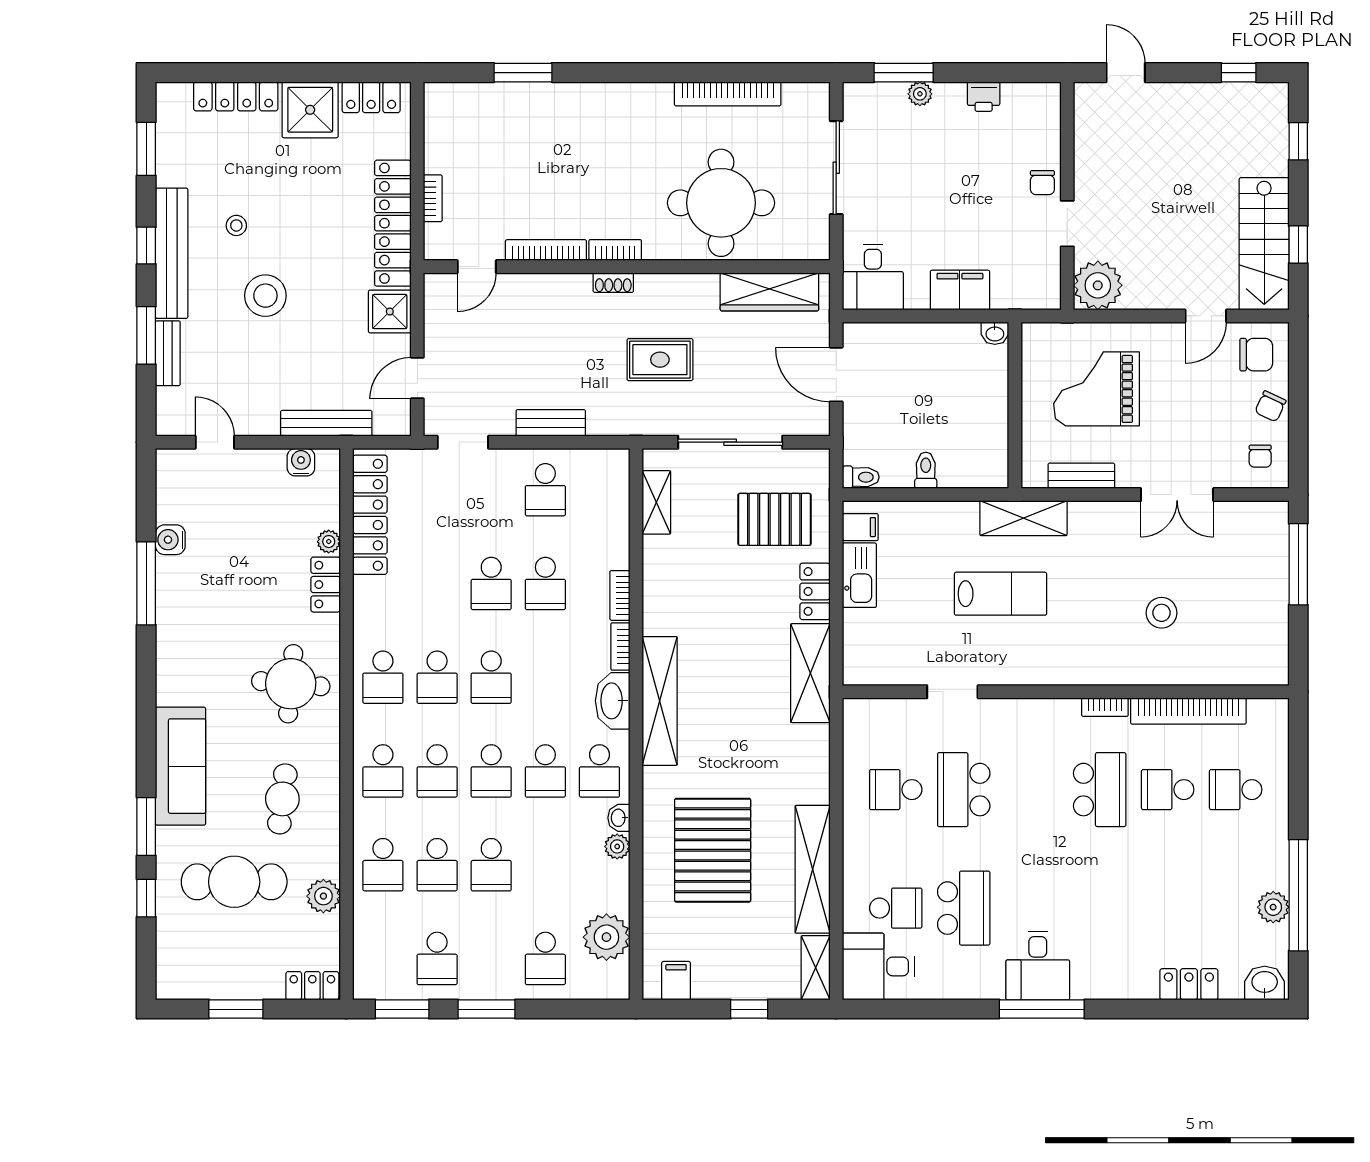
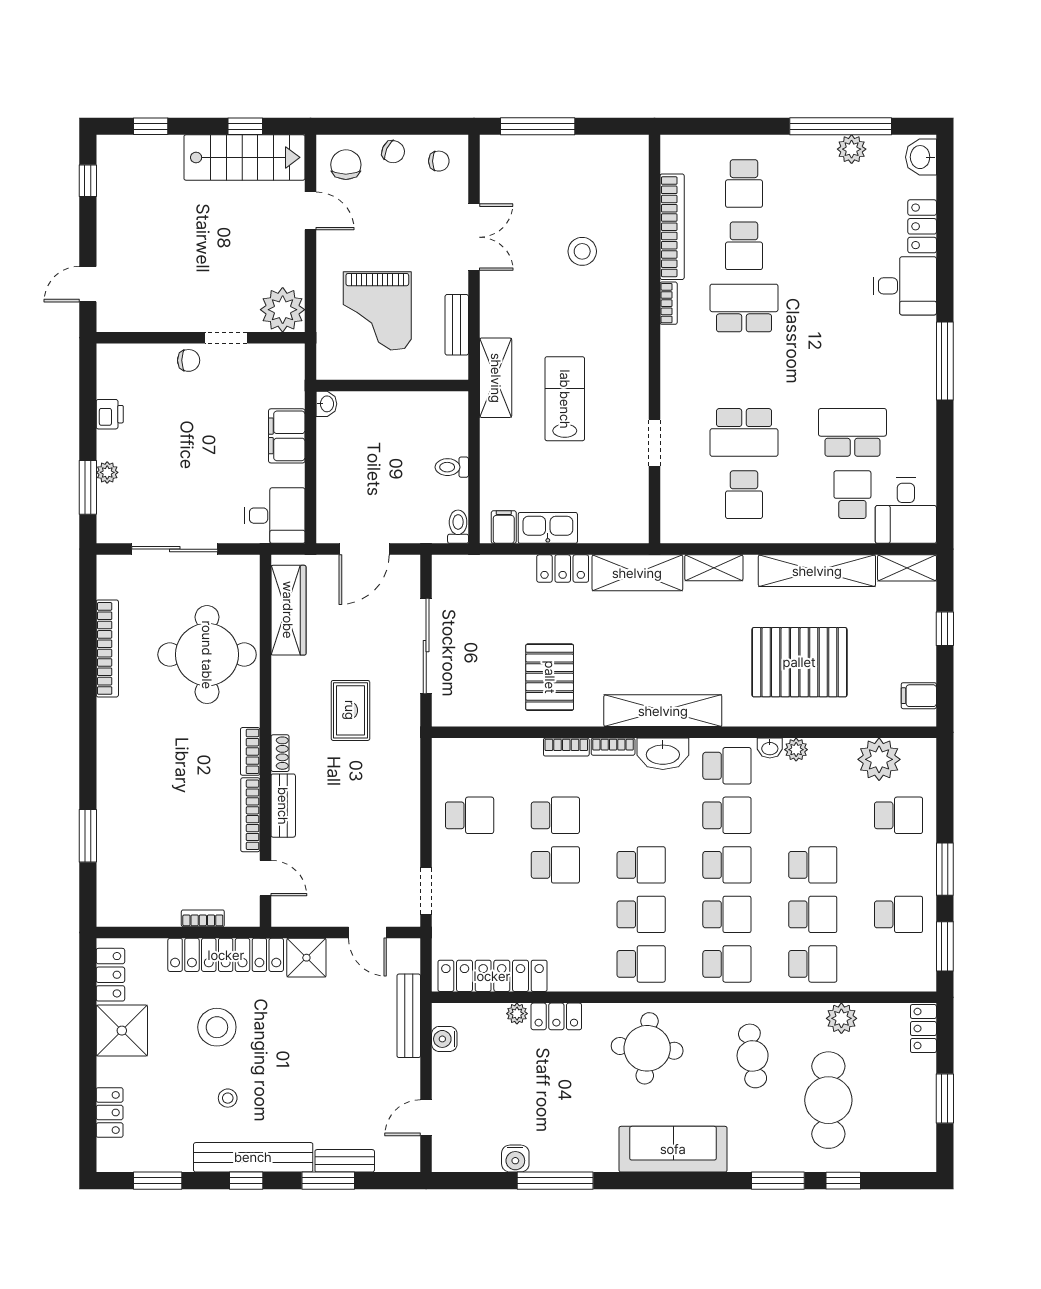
locker: (236, 96) -> (110, 1113), width x0.66
stool: (265, 296) -> (217, 1027), moved
bench: (551, 423) -> (283, 806), moved
shelving: (656, 502) -> (714, 568), moved
pallet: (774, 519) -> (550, 677), moved
sofa: (181, 766) -> (673, 1149), moved
cafe table: (282, 799) -> (753, 1056), turned 75
desk: (1038, 965) -> (905, 286), moved

